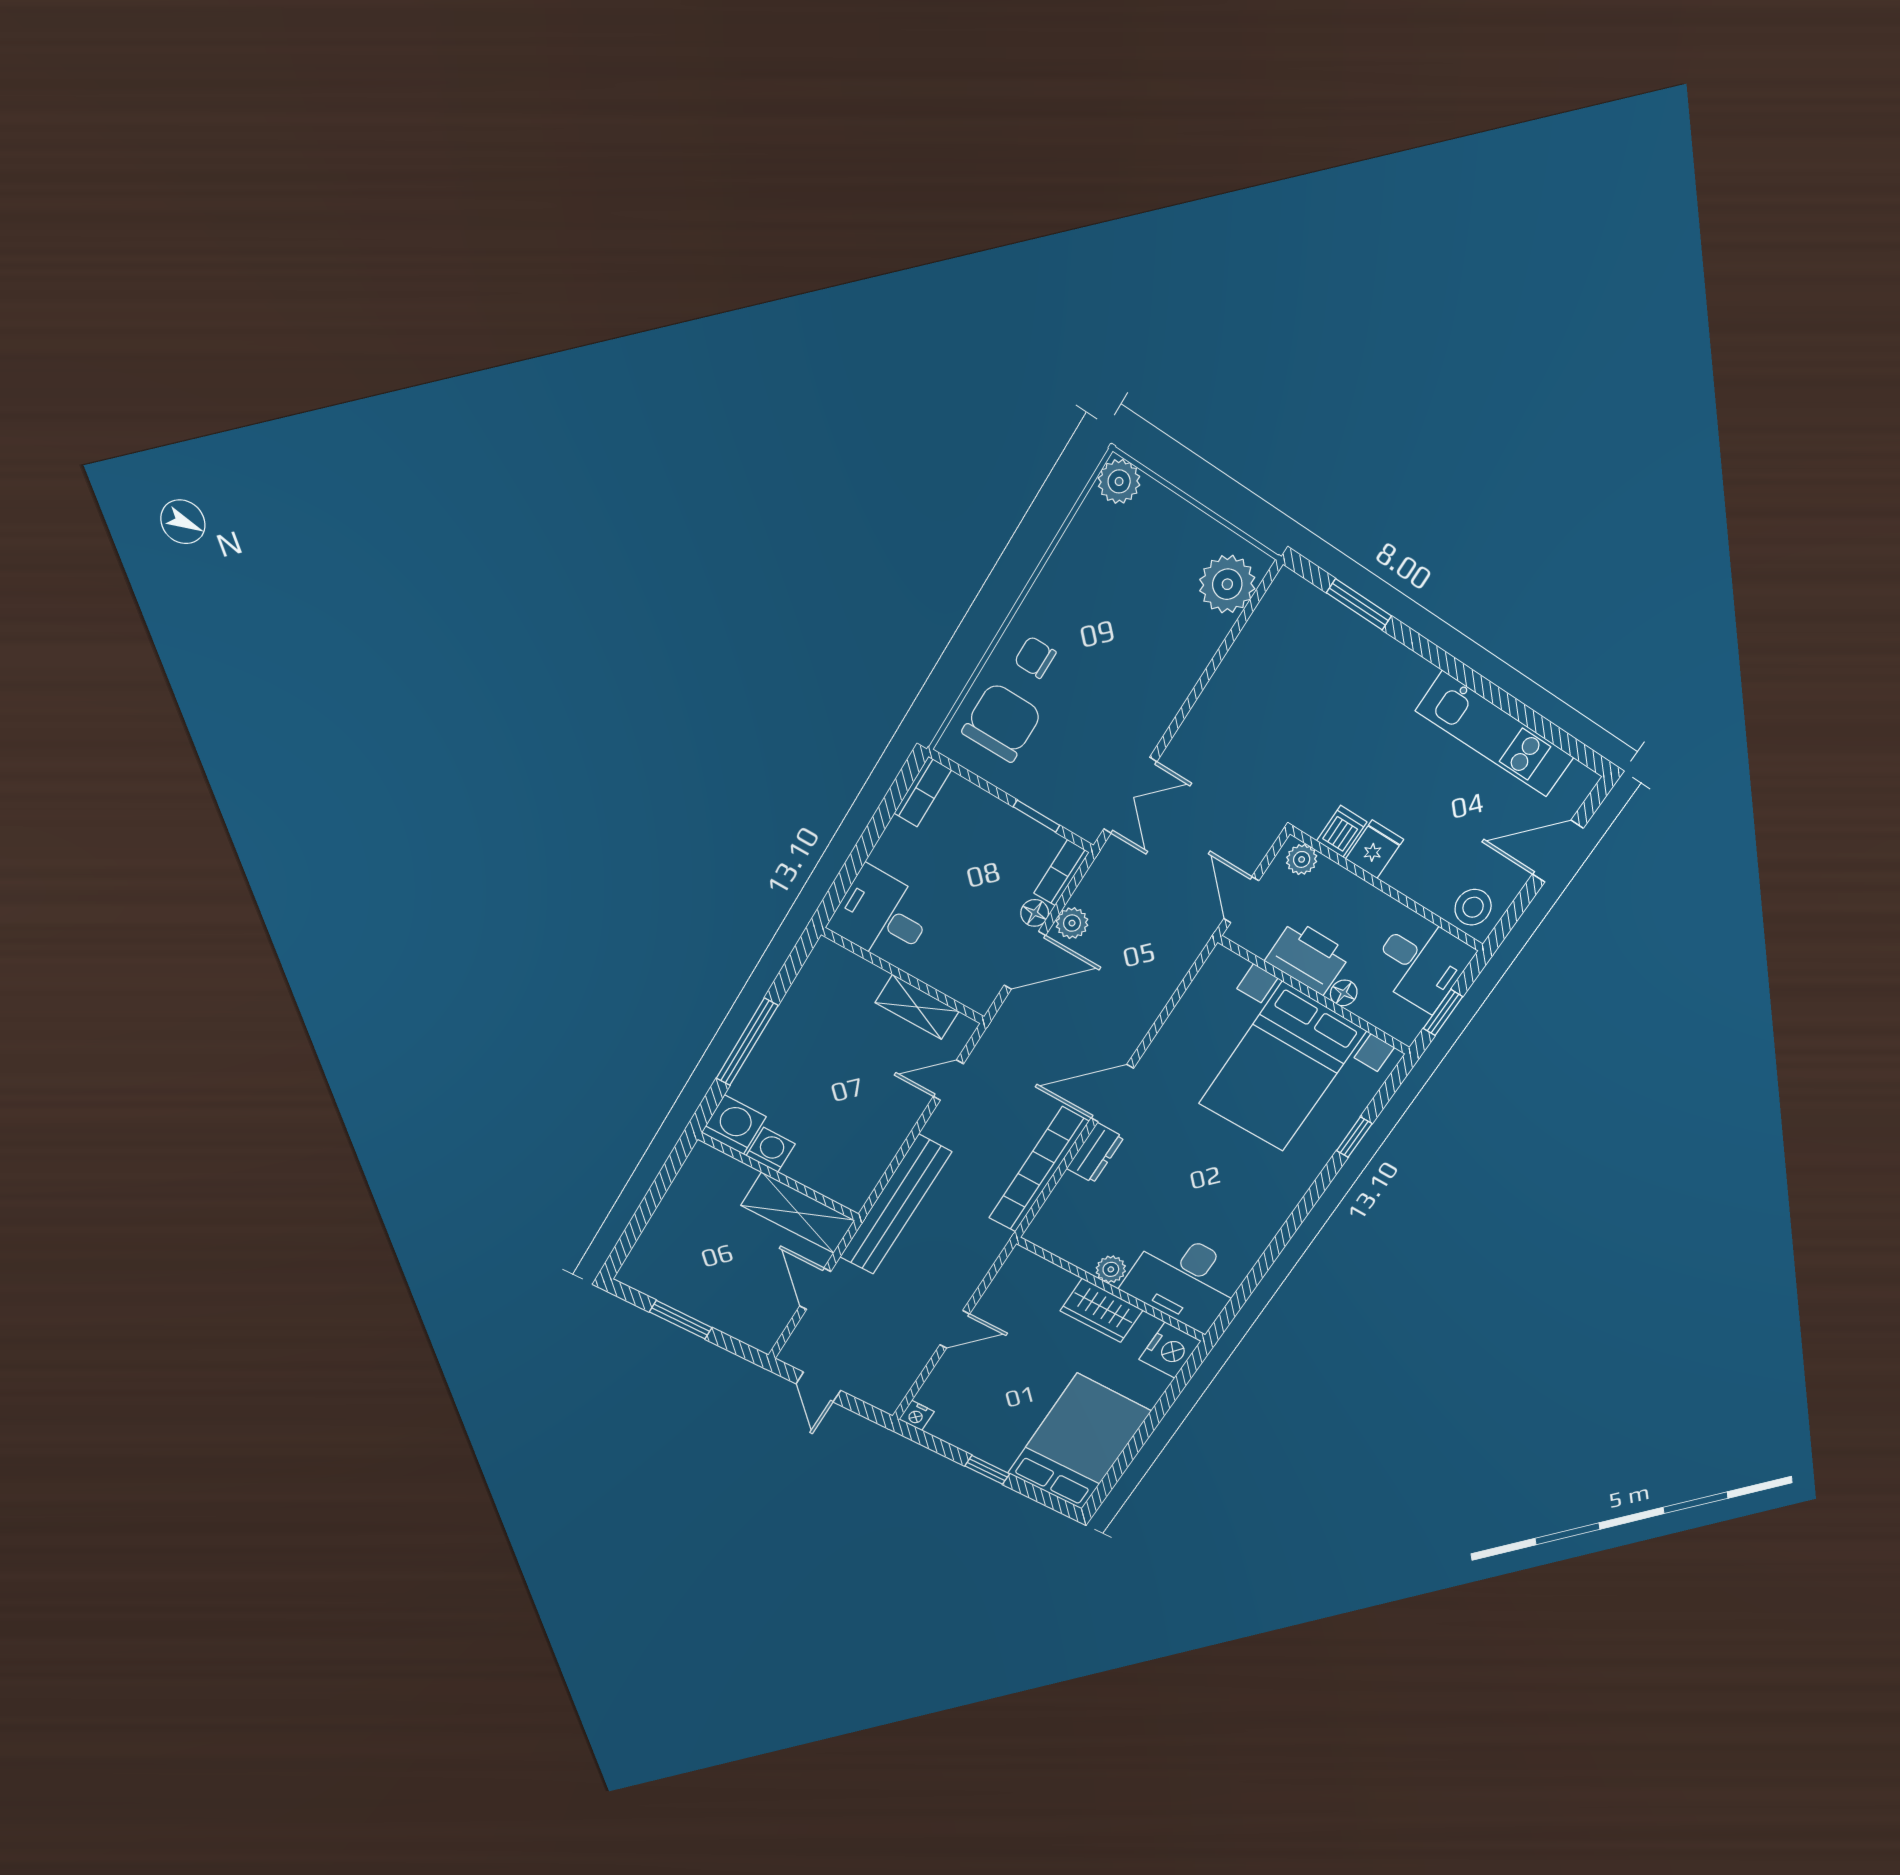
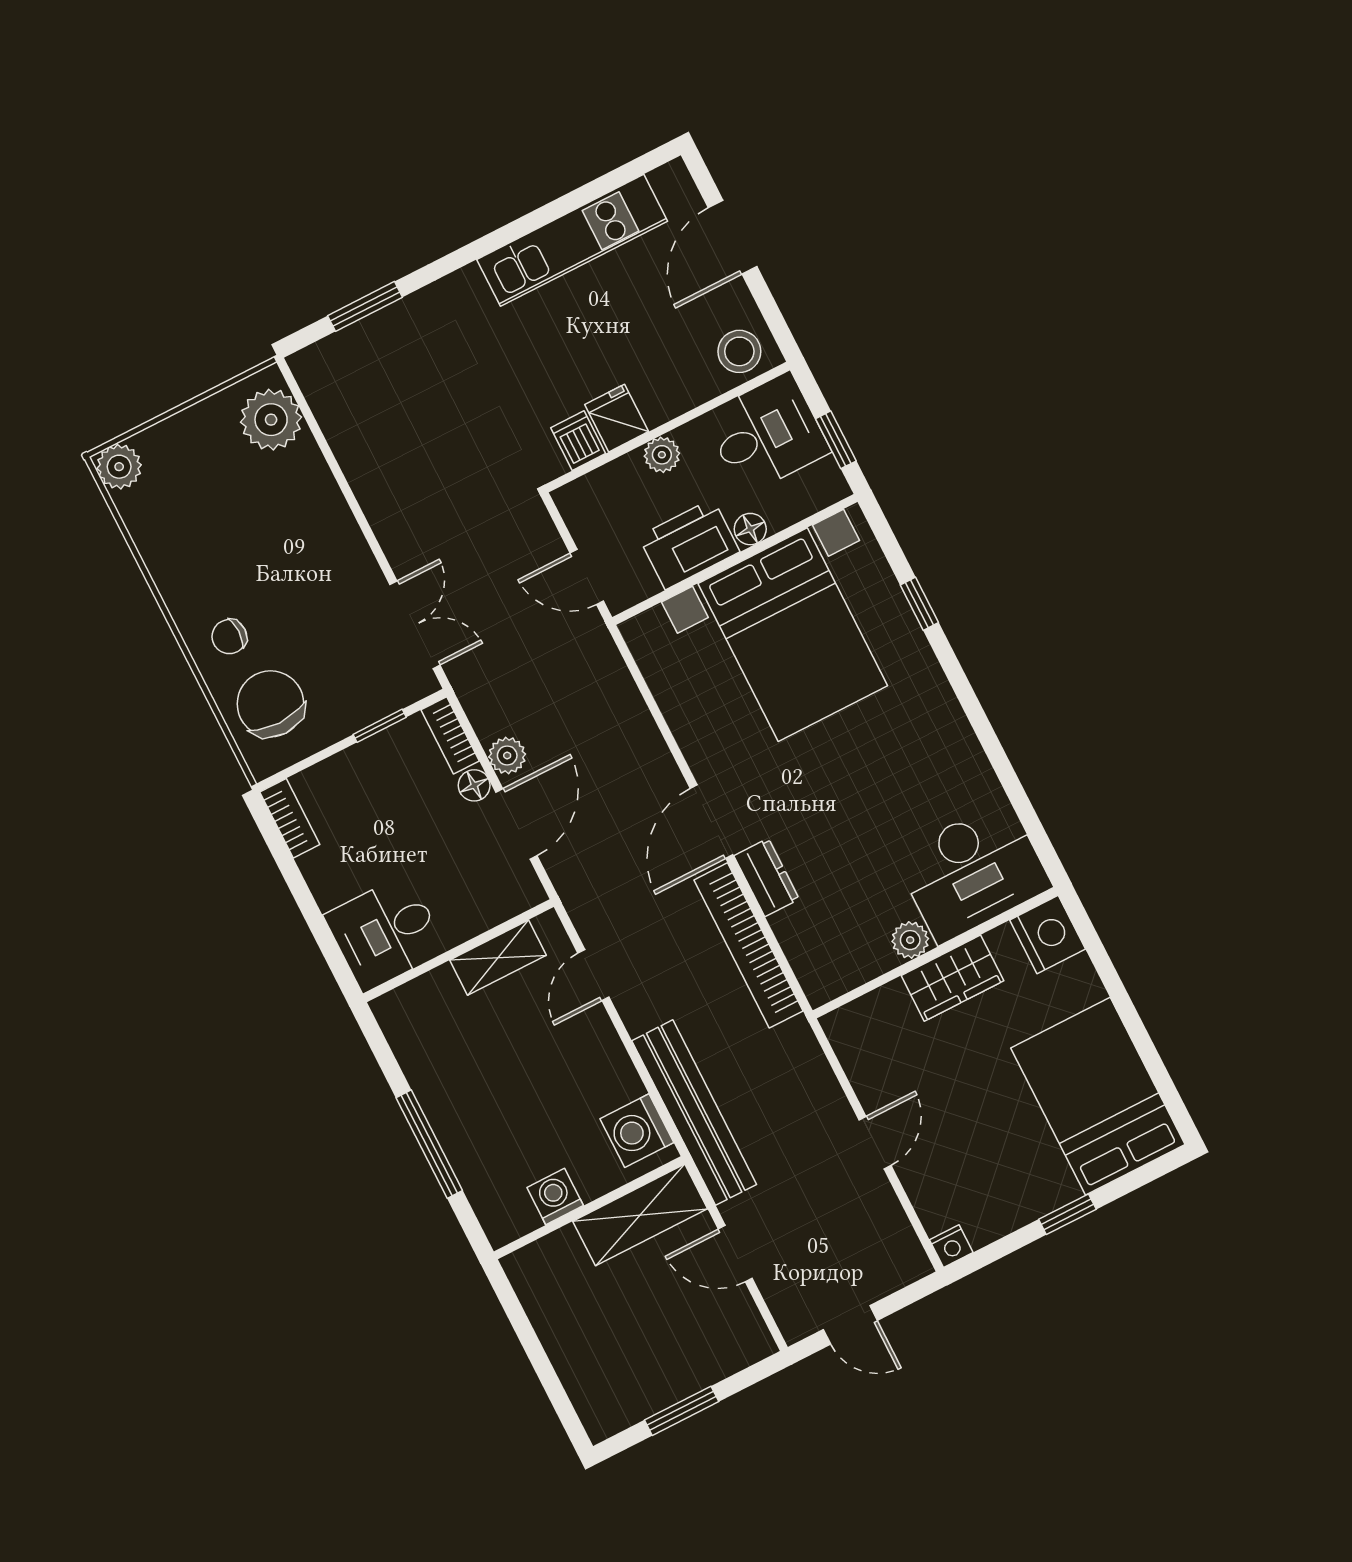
plant: (1302, 859) -> (662, 455), moved
washing machine: (734, 1125) -> (637, 1131), moved, turned -90

